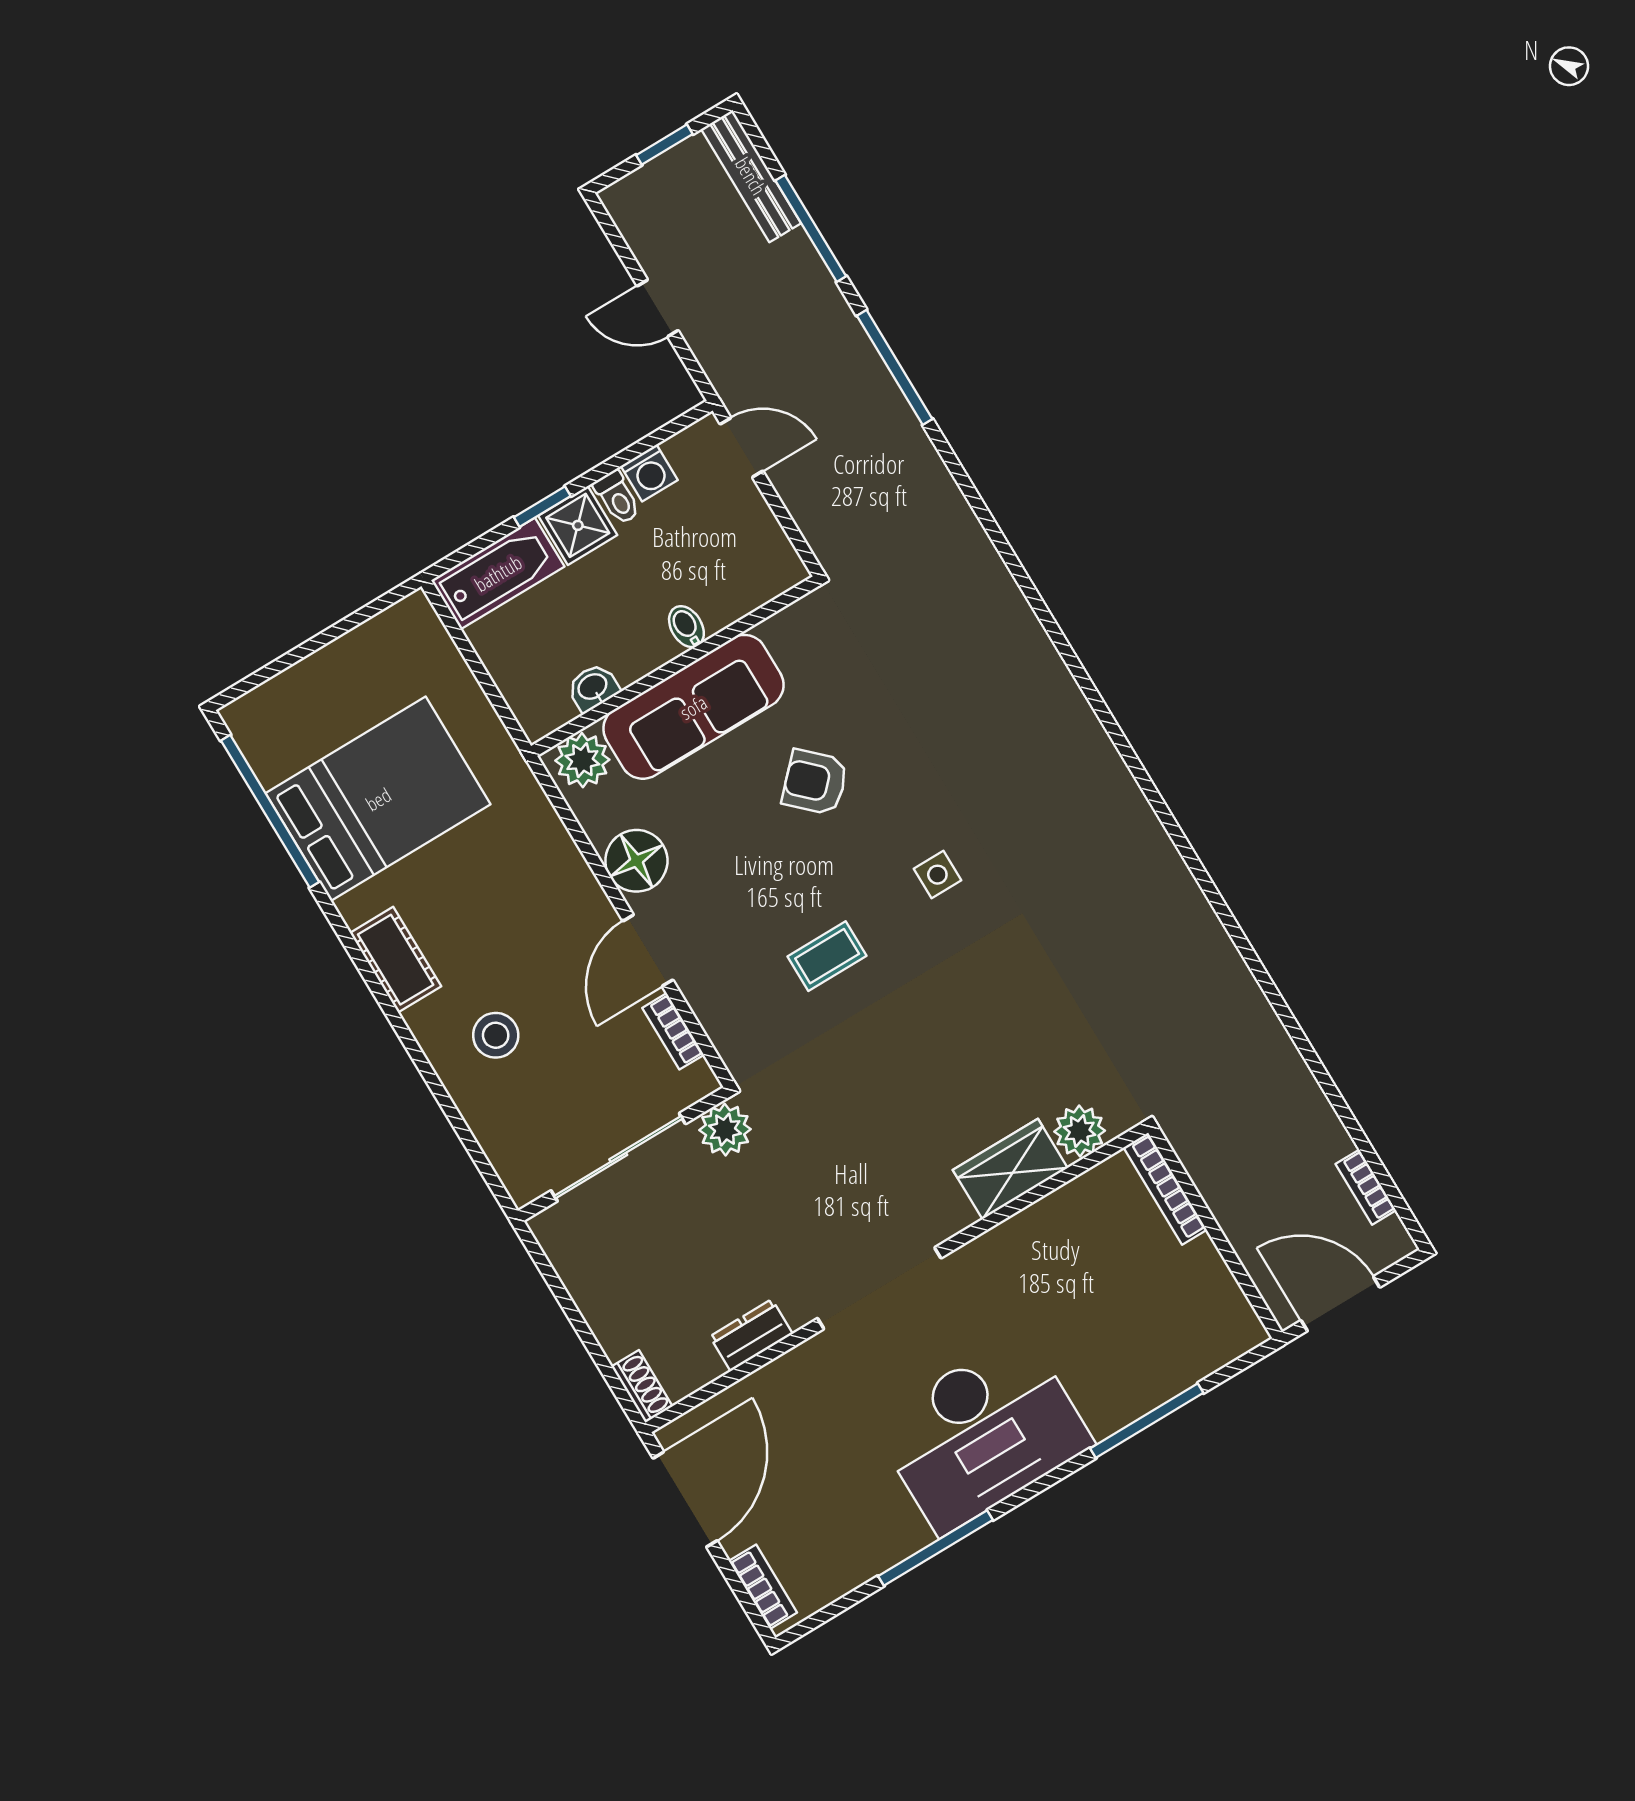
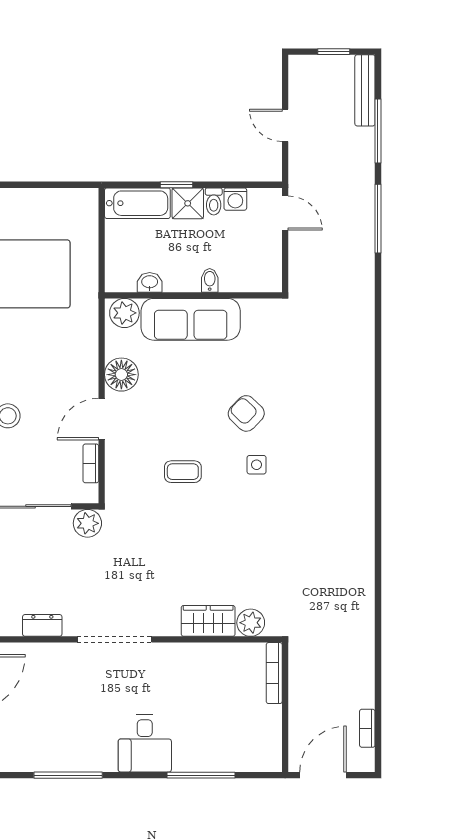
armchair: (815, 782) -> (246, 413), moved
door: (1340, 1304) -> (323, 775), hinge flipped
desk: (982, 1433) -> (145, 744), width x0.53, depth x0.77

